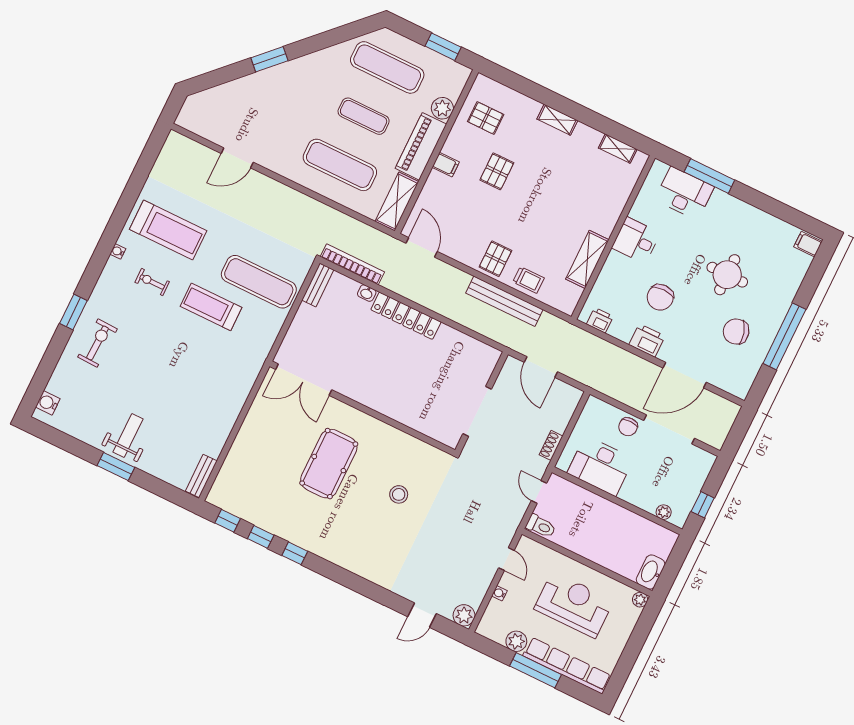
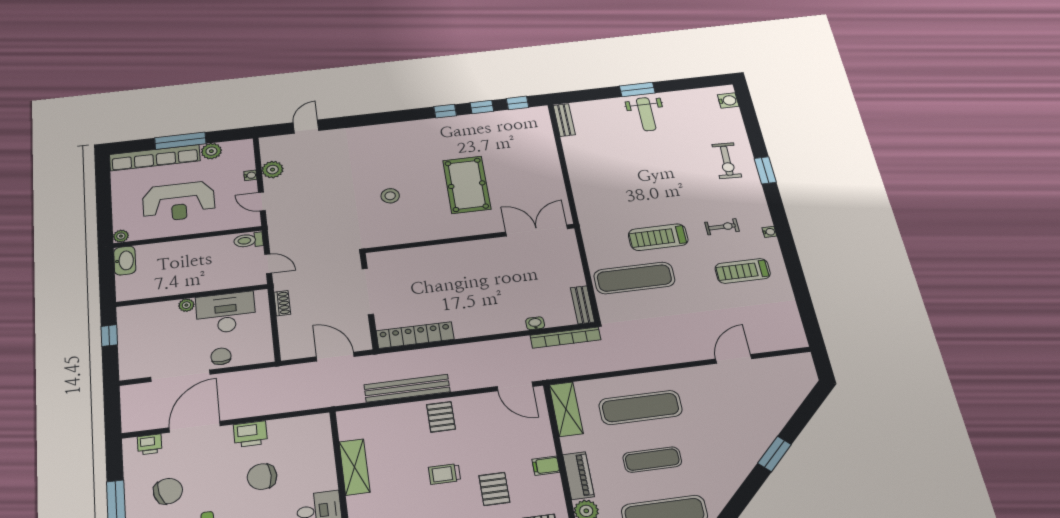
piano: (421, 146) -> (578, 476), width x0.73, depth x0.75
treadmill: (168, 230) -> (743, 271), width x0.73, depth x0.73
trolley: (528, 280) -> (445, 474), moved
chair: (660, 297) -> (262, 477), turned -90
treadmill: (211, 307) -> (658, 237), turned 180
locker: (406, 316) -> (415, 335), moved
printer: (600, 320) -> (150, 444), moved
plant: (664, 512) -> (186, 305), moved
plant: (464, 615) -> (273, 170), moved

